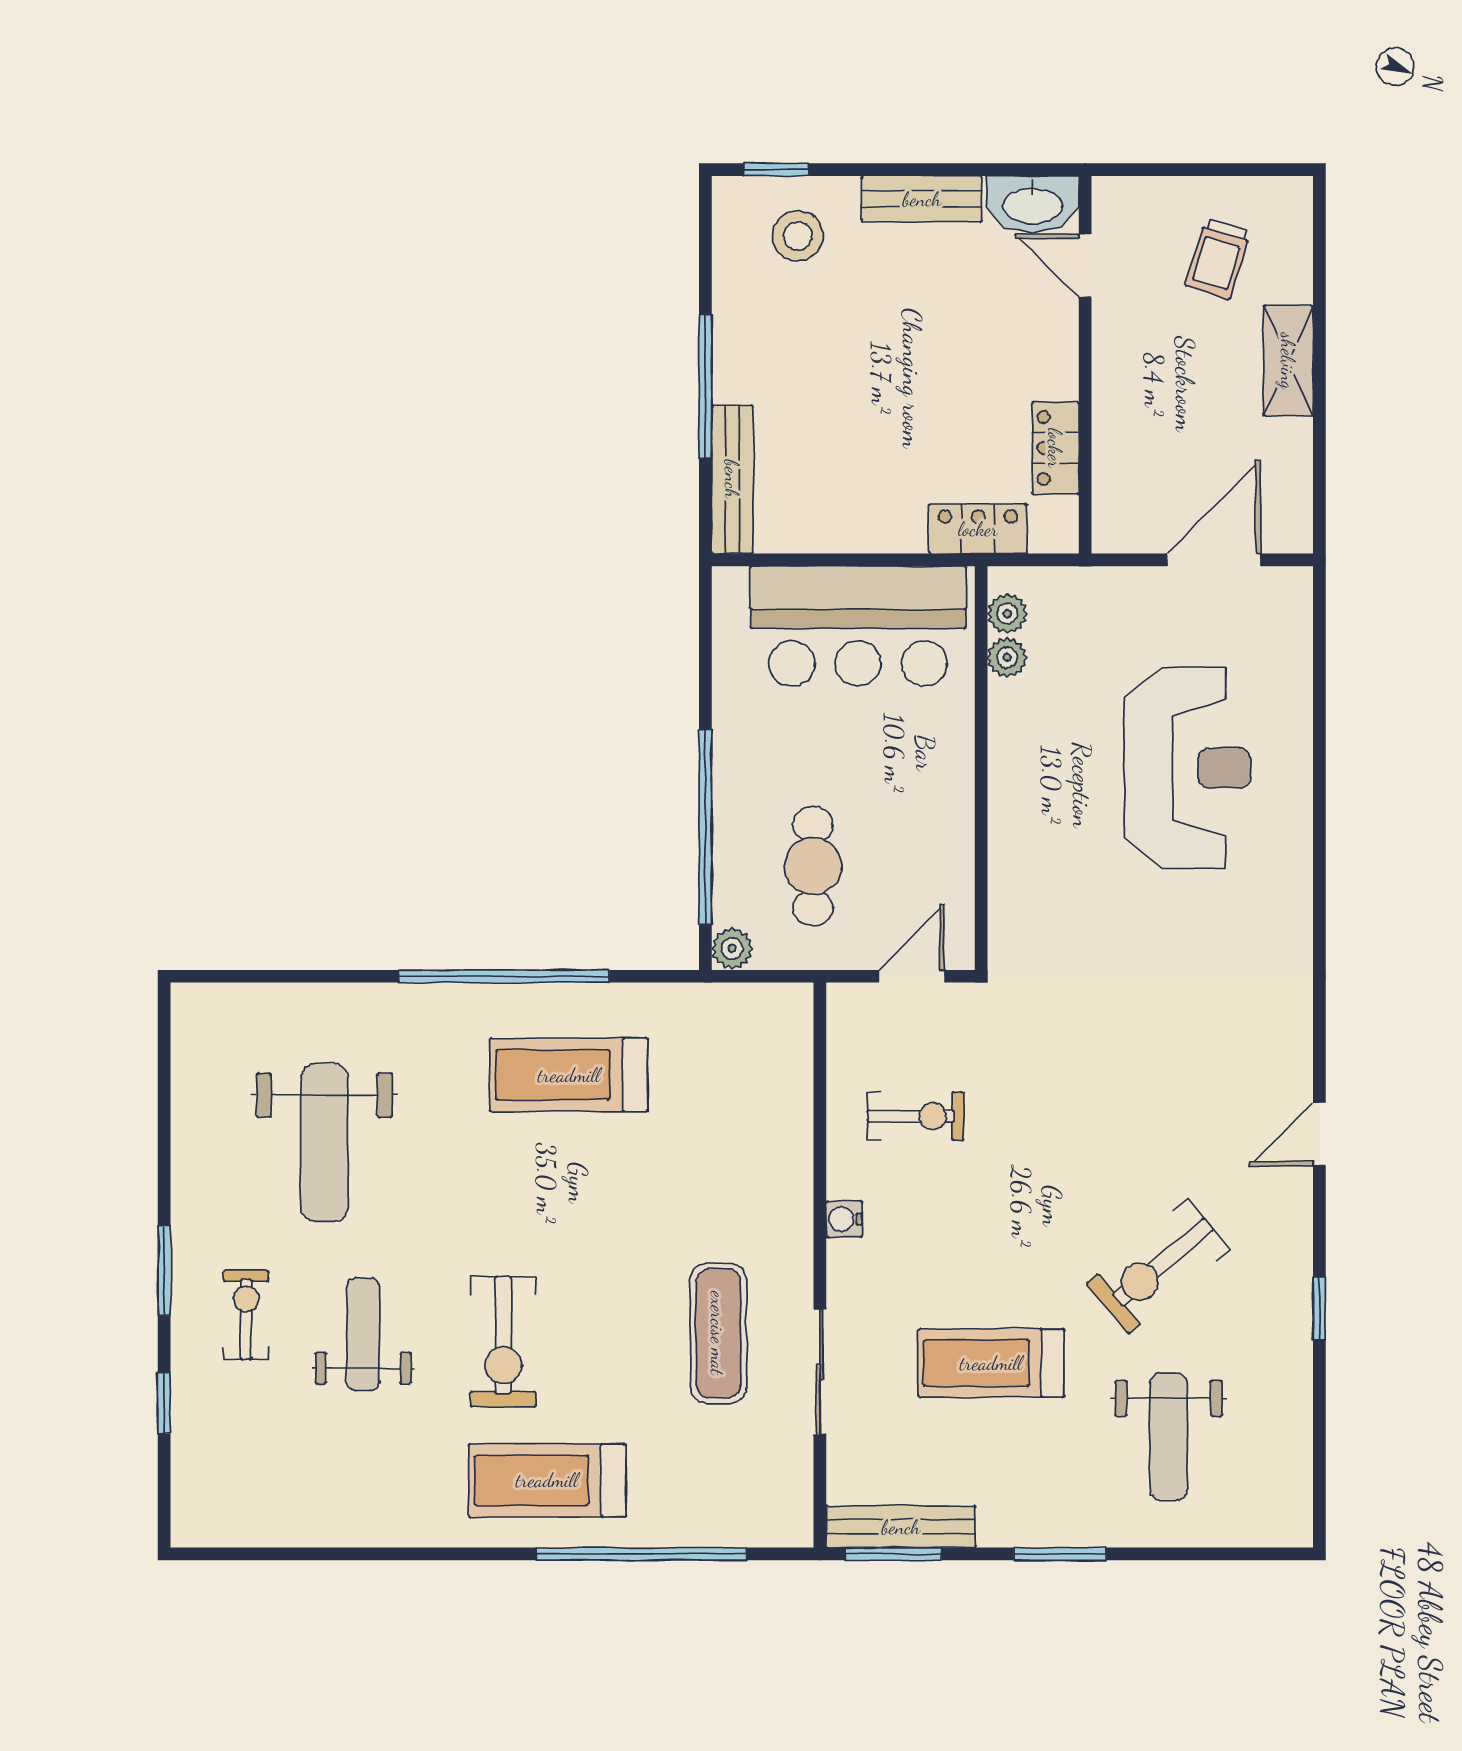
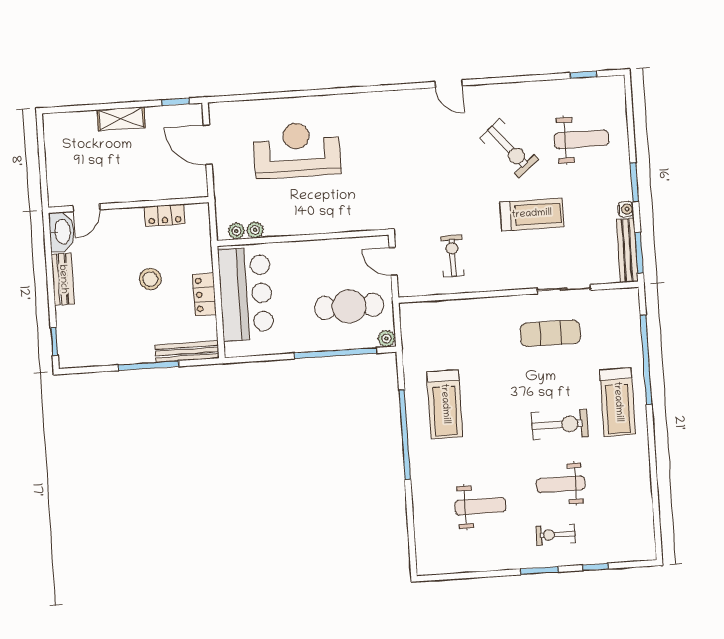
stool: (798, 236) -> (150, 279), moved
trolley: (1218, 258) -> (80, 152), removed
window: (1319, 491) -> (175, 102), added
locker: (978, 529) -> (204, 294), moved
cafe table: (813, 866) -> (349, 306), width x1.37, depth x1.35
weight bench: (324, 1143) -> (480, 506), width x0.73, depth x0.75
water cooler: (844, 1219) -> (626, 209), moved, turned -90
window: (1319, 1308) -> (583, 75), moved
treadmill: (991, 1363) -> (532, 214), moved, turned -90

